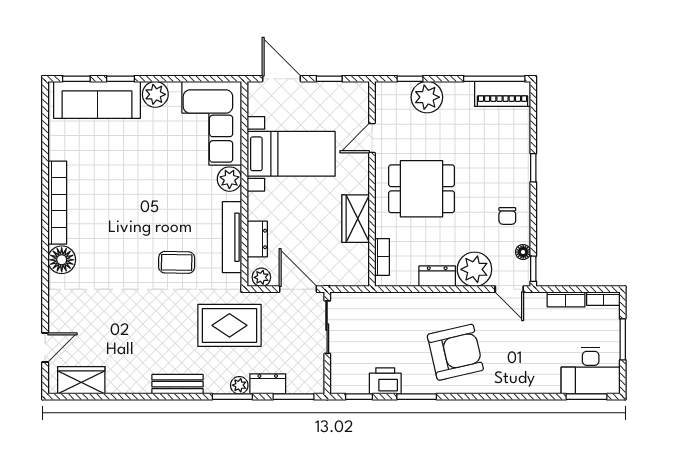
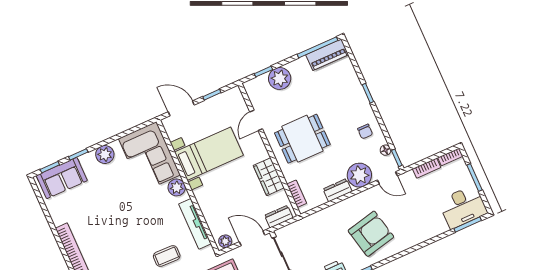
sofa: (97, 100) -> (62, 178), width x0.73
dresser: (257, 239) -> (279, 217), moved, turned -90

